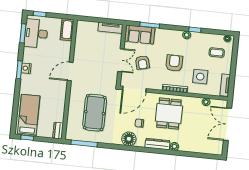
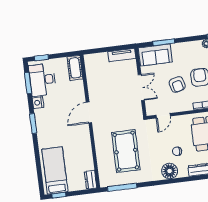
armchair: (142, 62) -> (177, 85), moved
nightstand: (26, 68) -> (38, 103), moved
door: (134, 89) -> (163, 116), width x0.53

